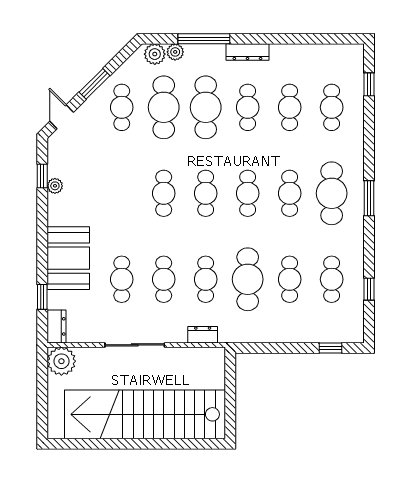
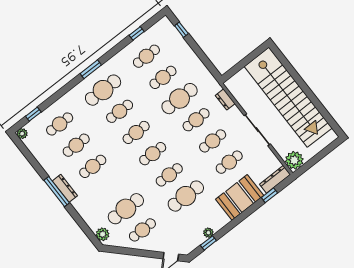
window: (204, 39) -> (57, 192), moved
plant: (175, 52) -> (22, 134), moved
window: (94, 84) -> (141, 253), removed
cafe table: (206, 107) -> (186, 196), moved
dresser: (57, 326) -> (275, 179), width x1.44

